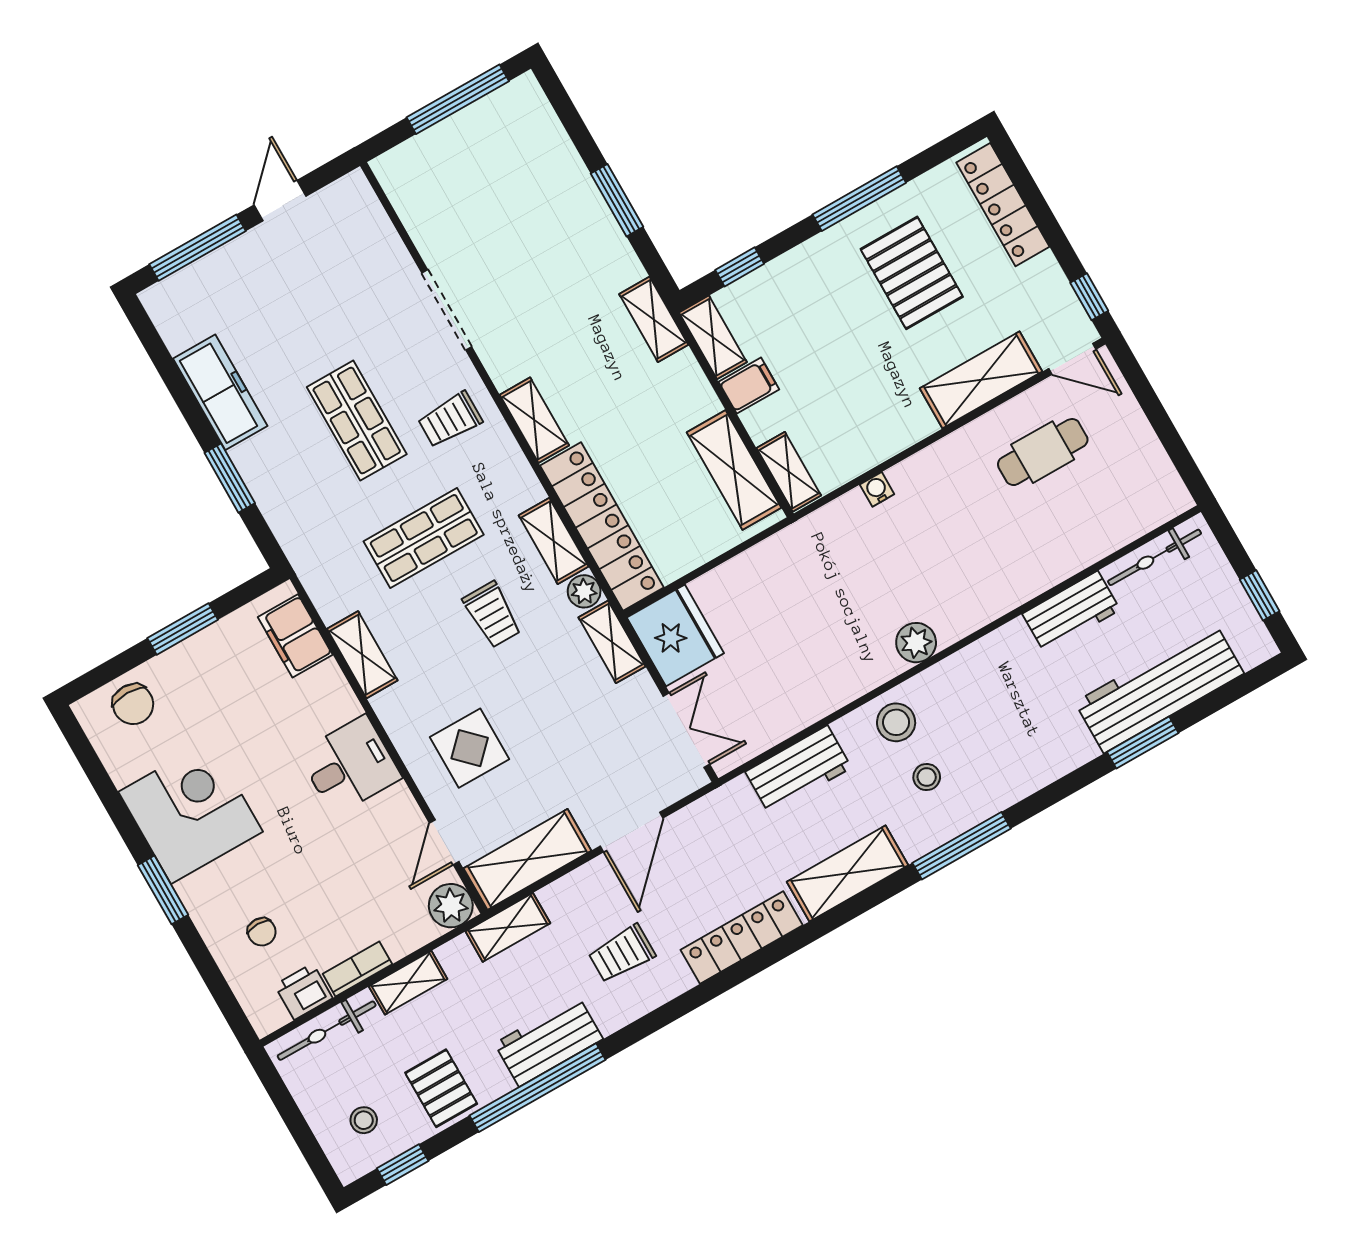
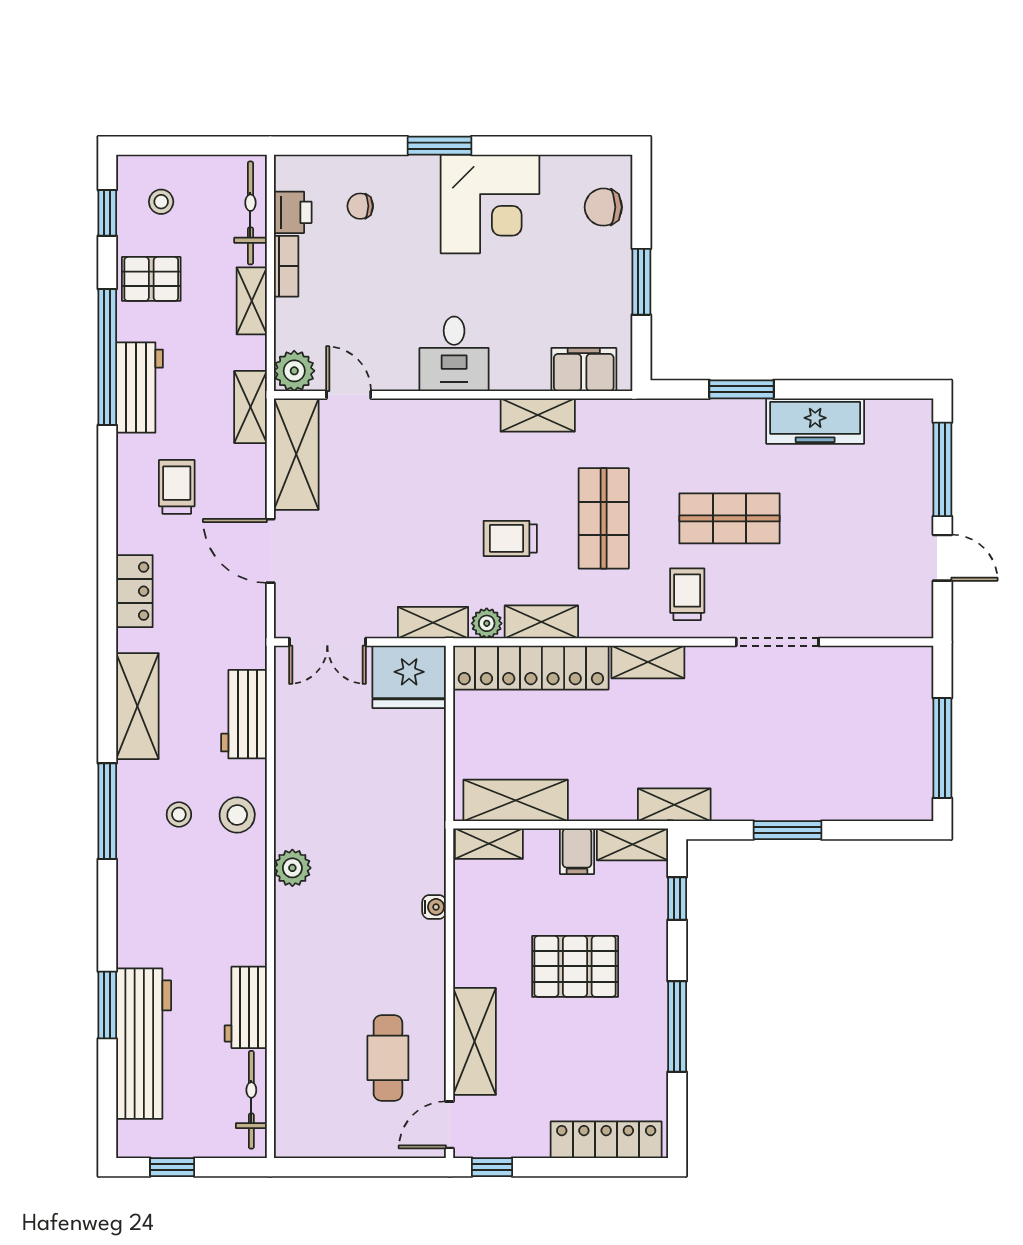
pallet: (912, 273) -> (575, 966), moved
display table: (470, 748) -> (413, 459), removed
locker: (742, 938) -> (134, 591), width x0.66

